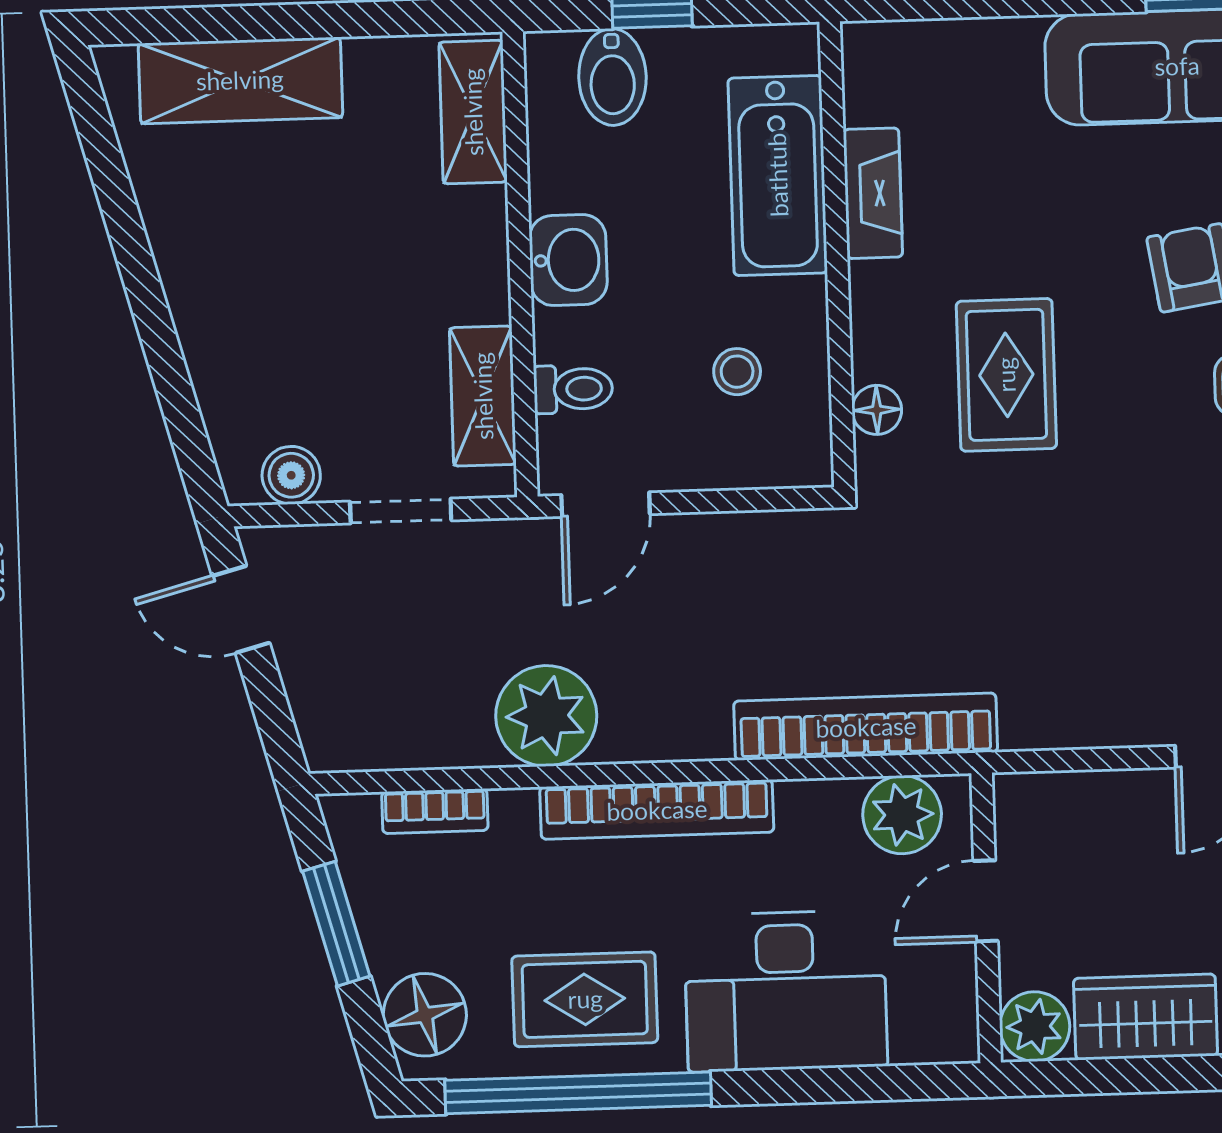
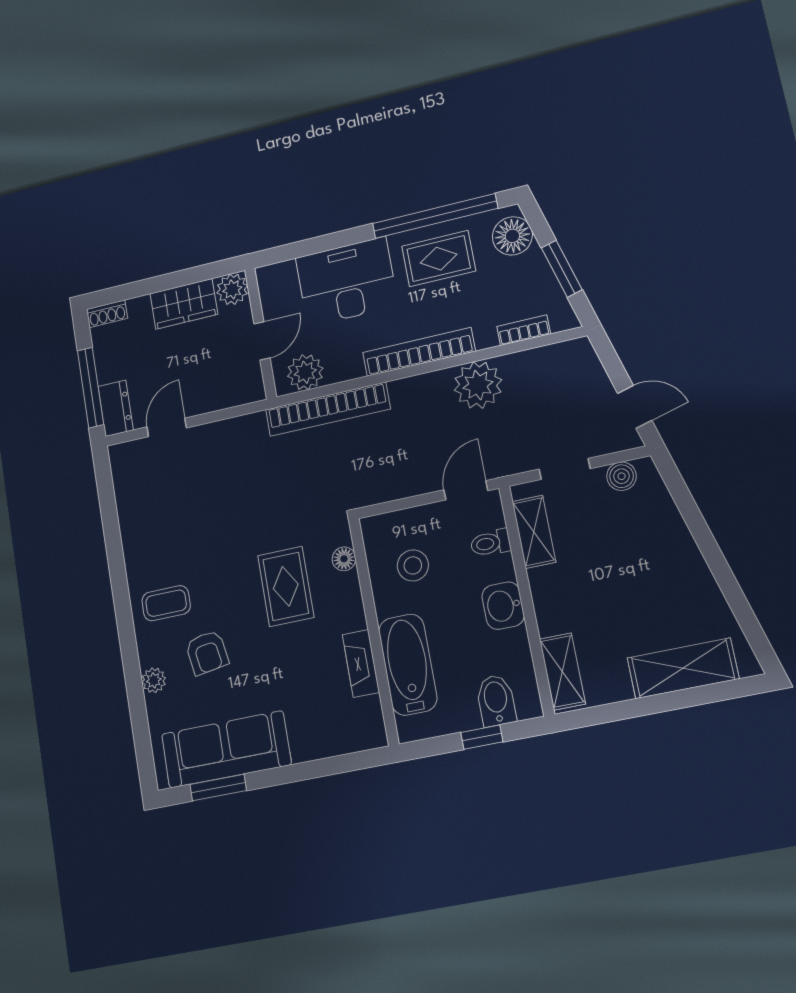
stool: (737, 372) -> (413, 565), width x1.37, depth x1.37

